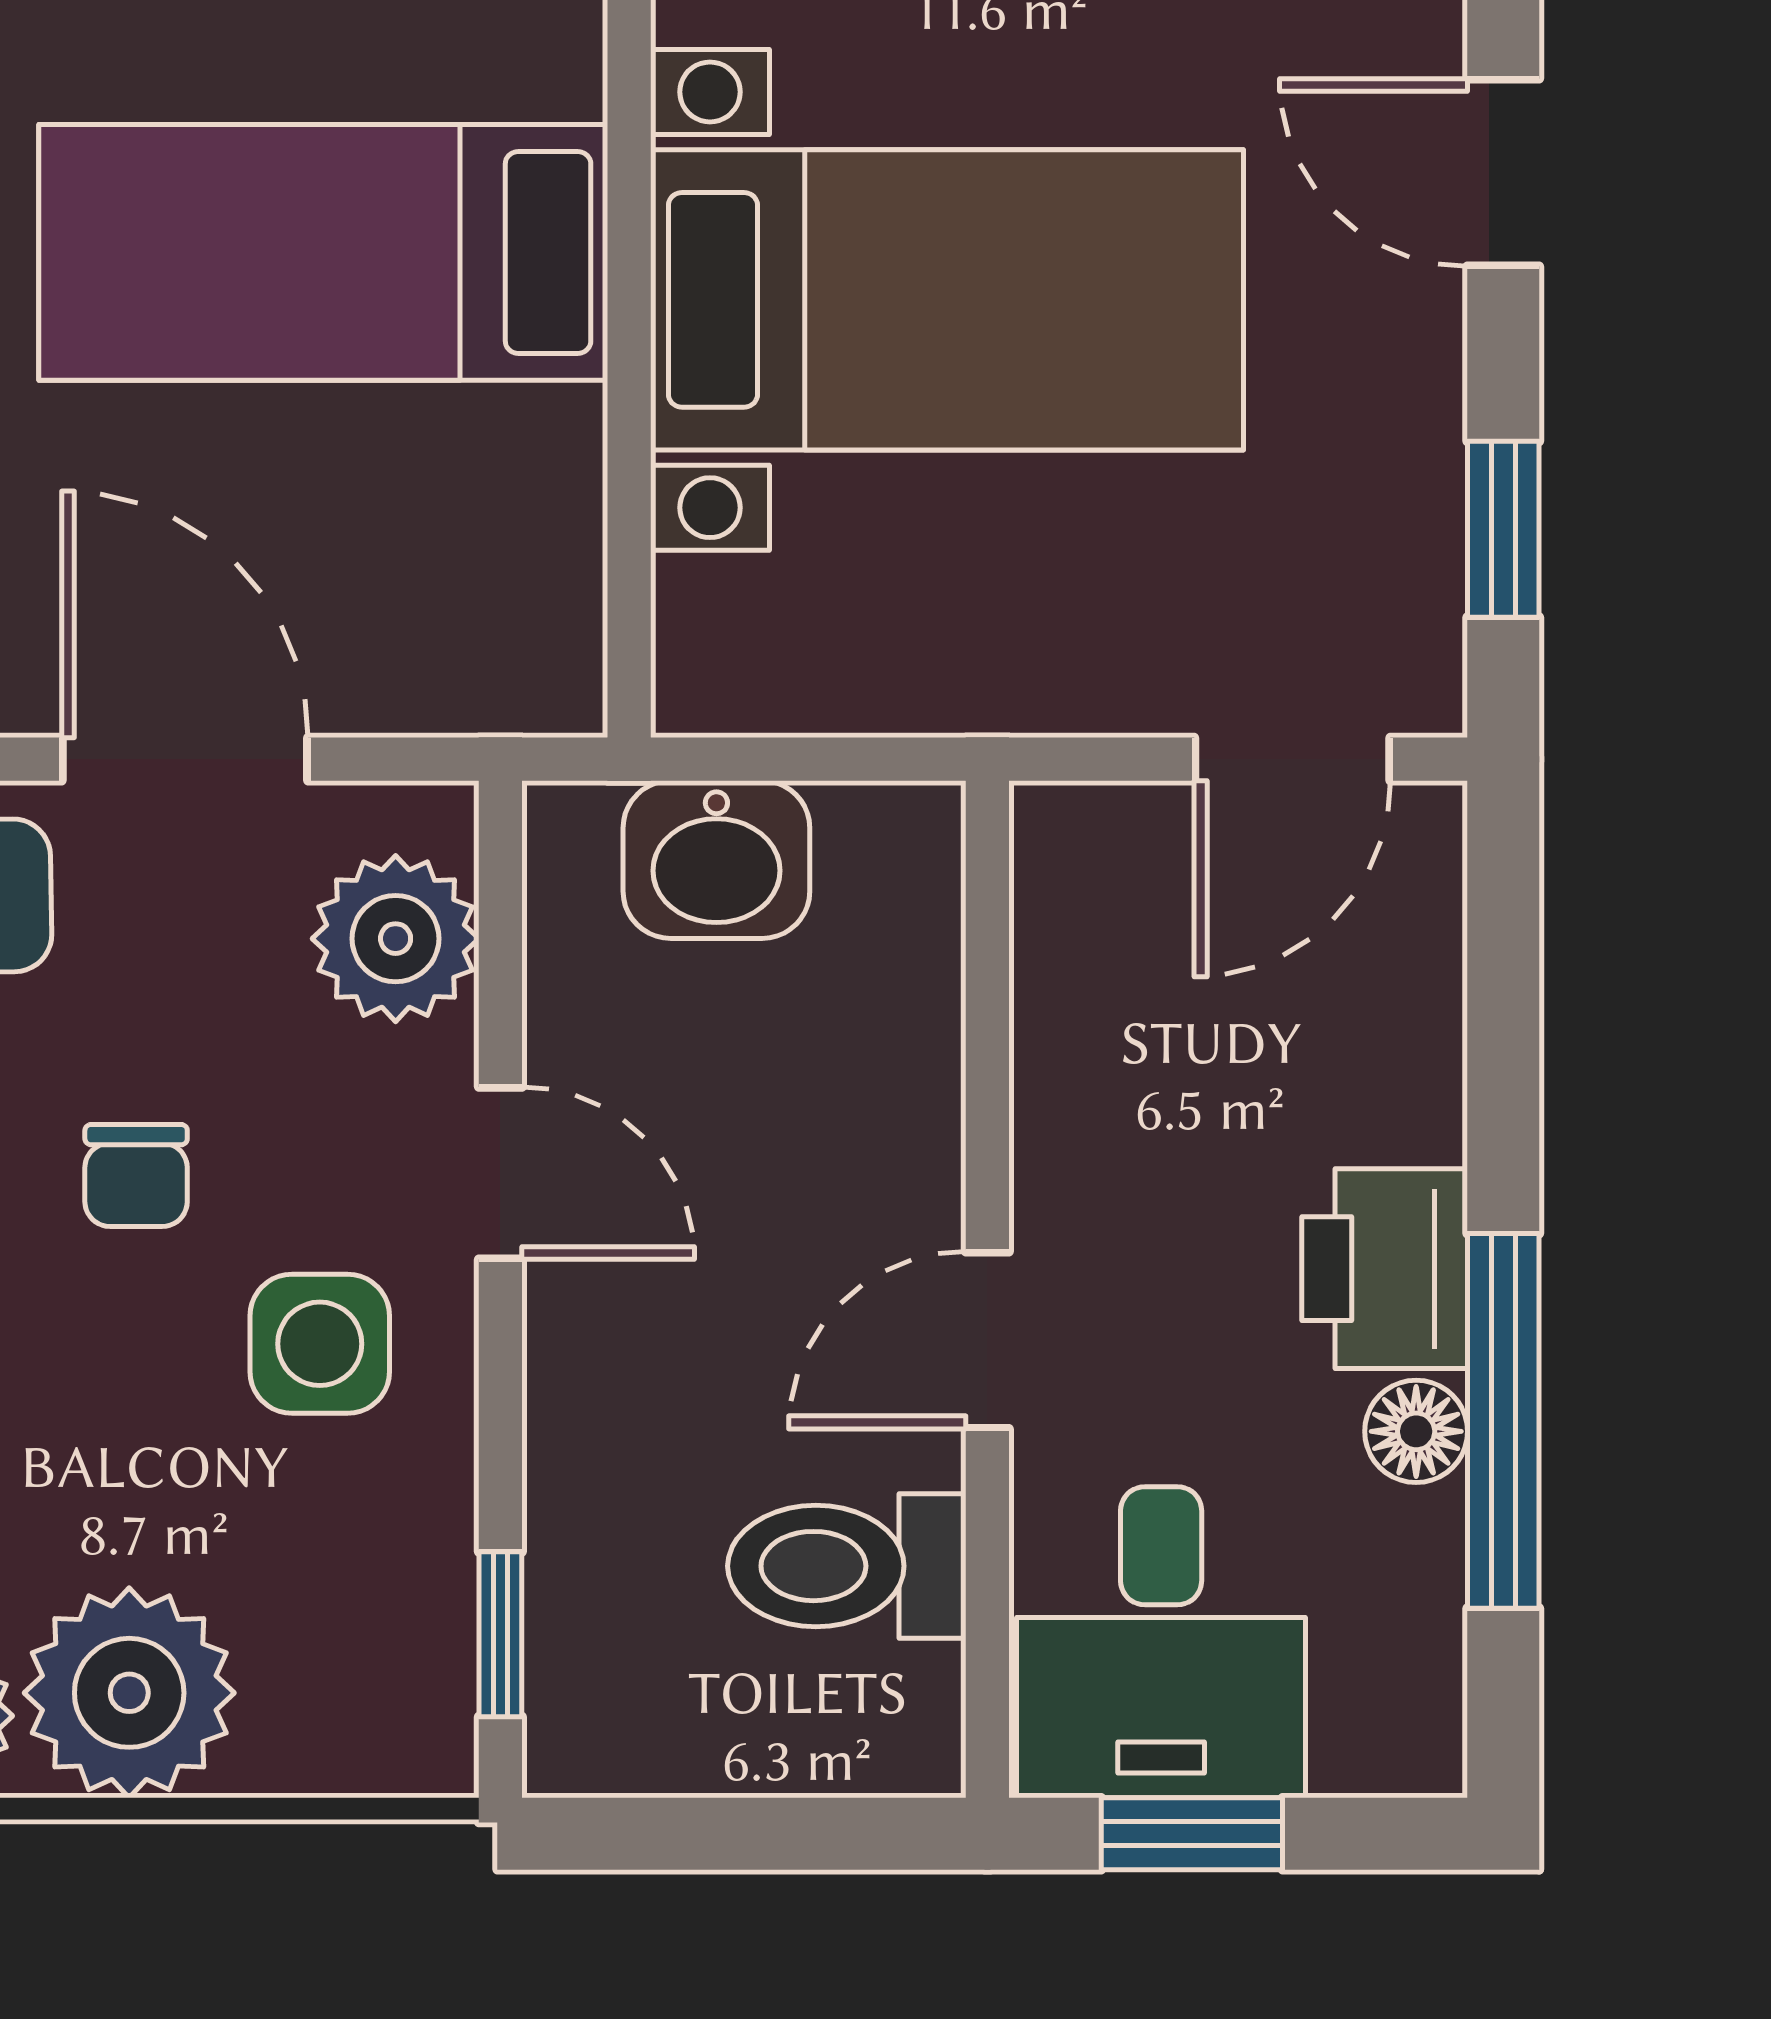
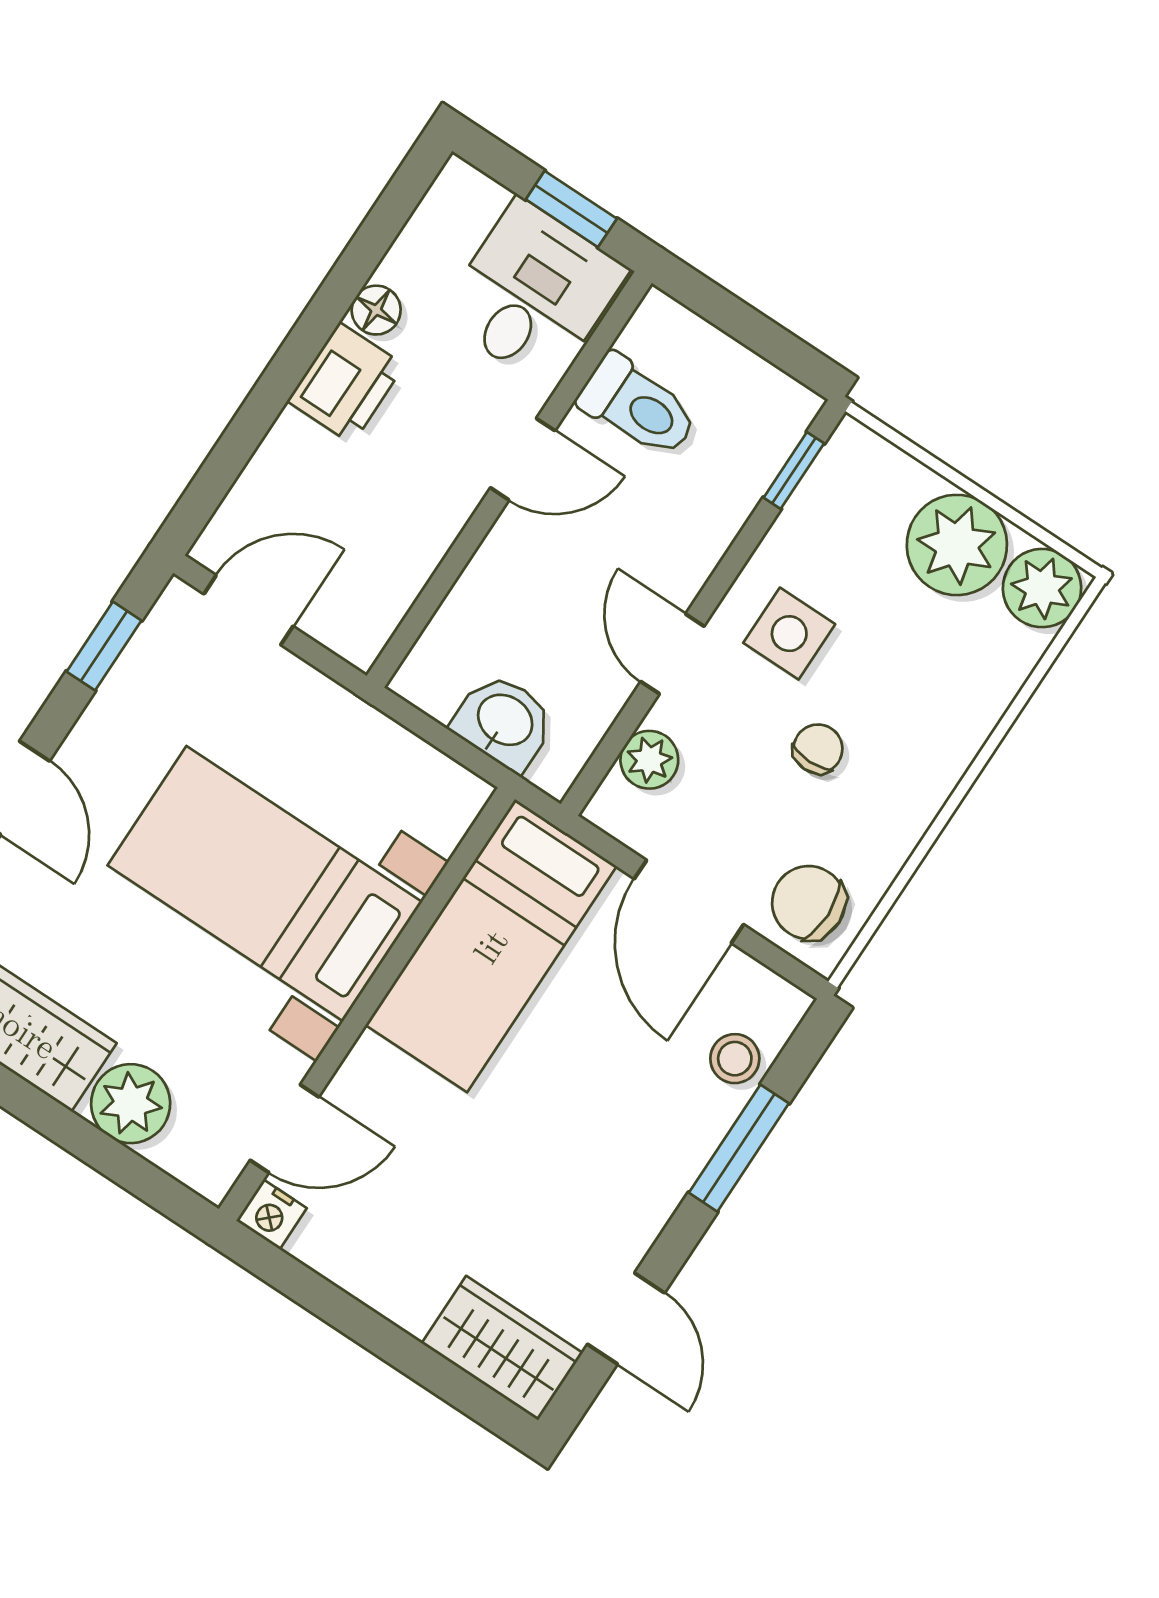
bed: (323, 252) -> (491, 946), moved, turned 90
plant: (396, 939) -> (649, 760), width x0.73, depth x0.73
window: (1503, 1421) -> (339, 291), removed

